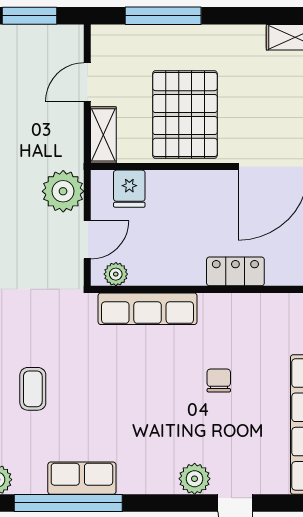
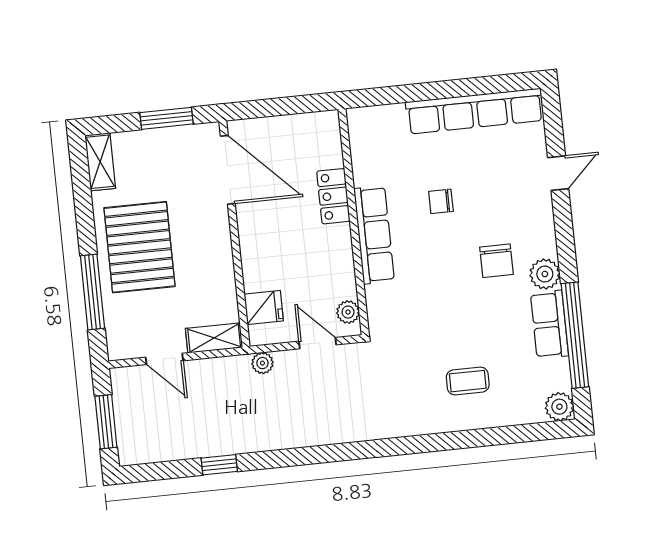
pallet: (185, 114) -> (139, 247), moved, turned 90
plant: (63, 191) -> (262, 363), width x0.53, depth x0.53
row of seats: (148, 309) -> (374, 235), moved
chair: (152, 431) -> (496, 261), added
plant: (195, 479) -> (545, 274), moved

